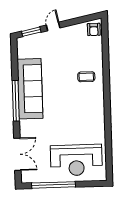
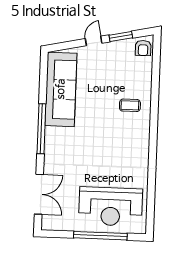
window: (31, 32) -> (121, 36), moved
sofa: (30, 89) -> (61, 89), moved
window: (53, 185) -> (100, 236), moved

